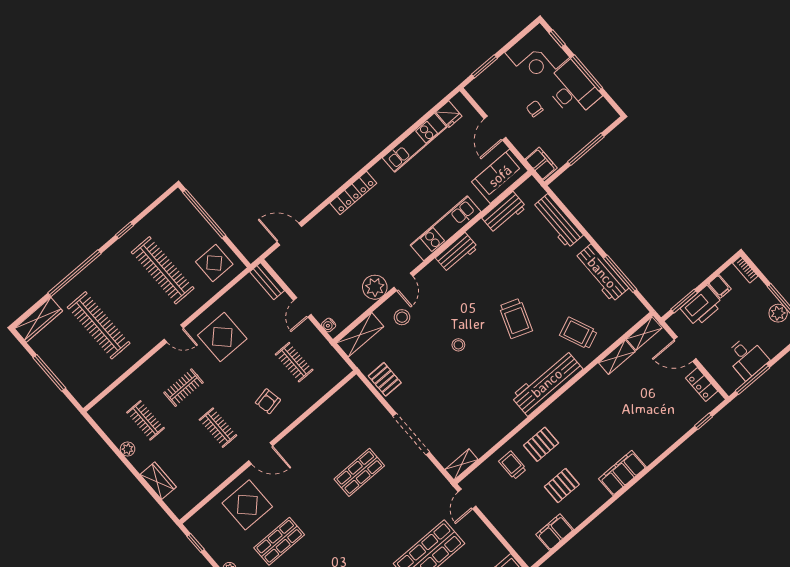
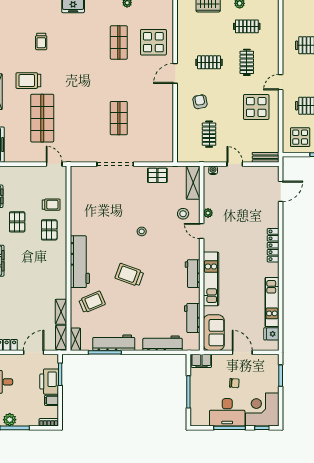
plant: (375, 287) -> (208, 213), width x0.53, depth x0.53
clothes rail: (294, 362) -> (209, 134), turned 90
shelving: (461, 464) -> (75, 339), moved

